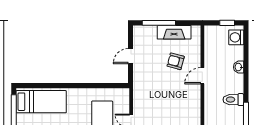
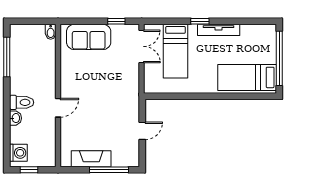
armchair: (176, 61) -> (89, 125), removed
toilet: (233, 100) -> (22, 102), moved

